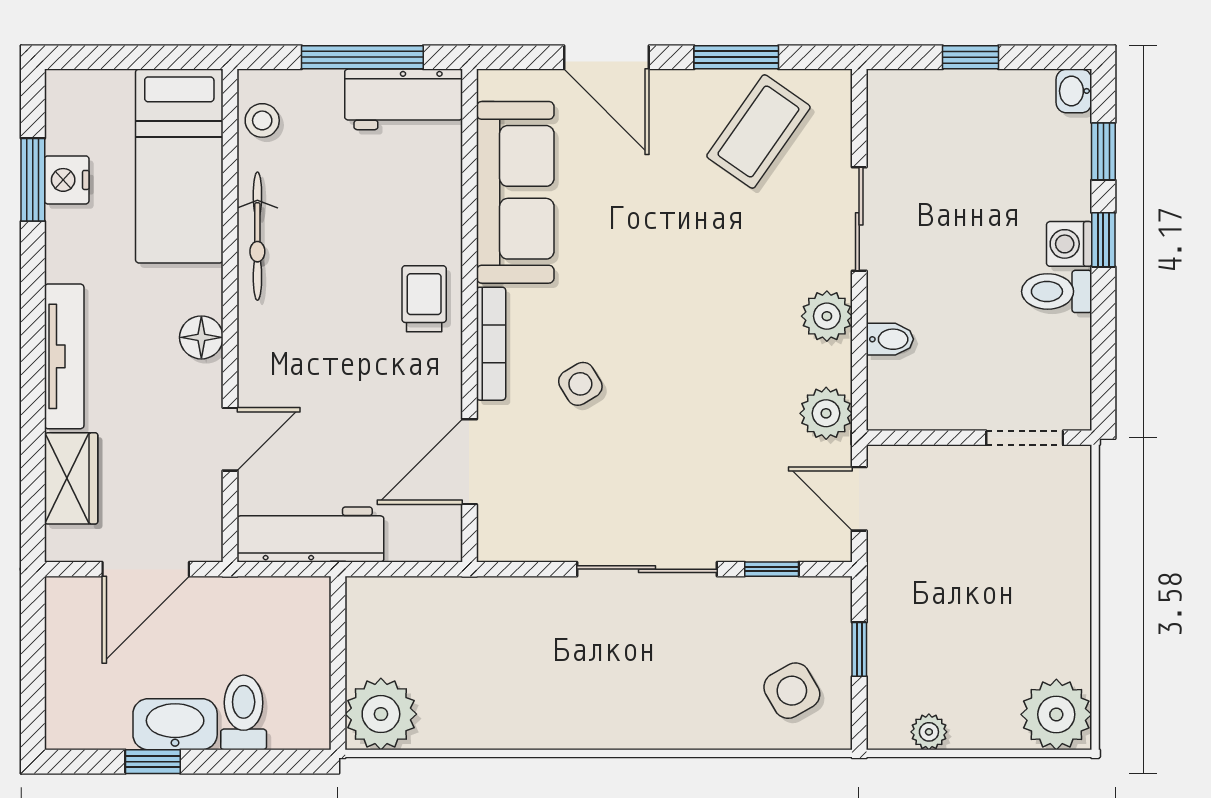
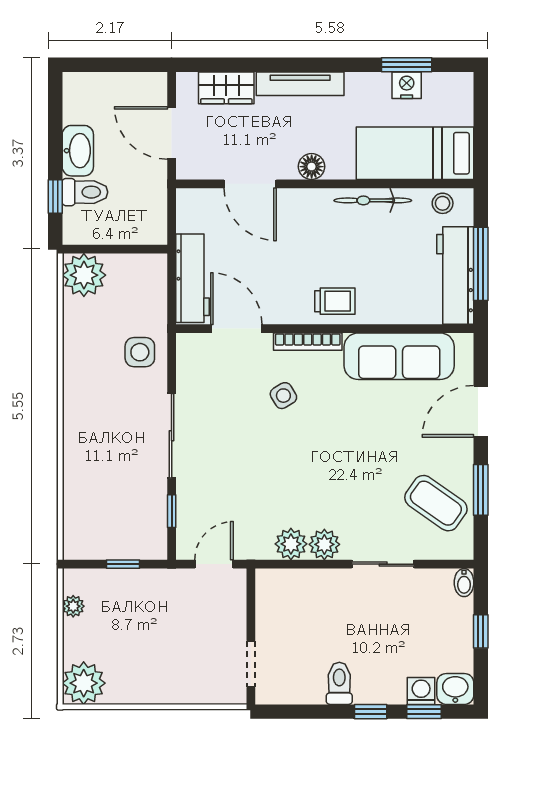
washbasin: (1074, 91) -> (455, 689), width x1.38, depth x1.45
workbench: (404, 99) -> (455, 275), width x1.37
washing machine: (1069, 244) -> (421, 691), moved
bidet: (890, 339) -> (464, 583), moved
plant: (826, 413) -> (291, 544), moved
door: (230, 439) -> (250, 184), width x1.38
workbench: (310, 534) -> (192, 278), moved
side table: (792, 691) -> (140, 352), moved, turned 30
window: (153, 762) -> (55, 196), moved

